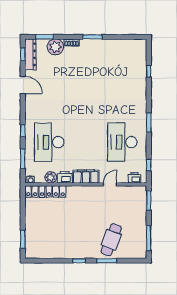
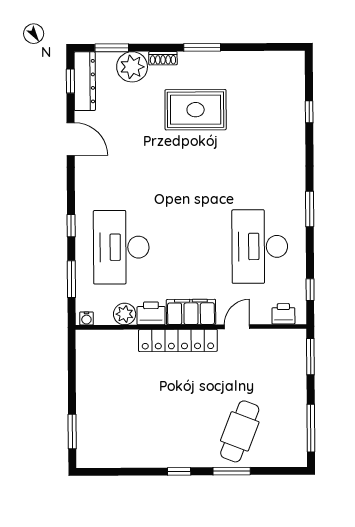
rug: (89, 70) -> (196, 110), added
locker: (46, 192) -> (178, 340), moved

